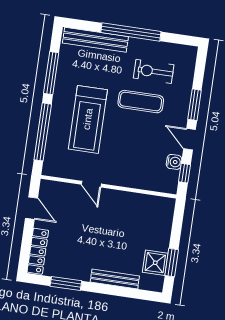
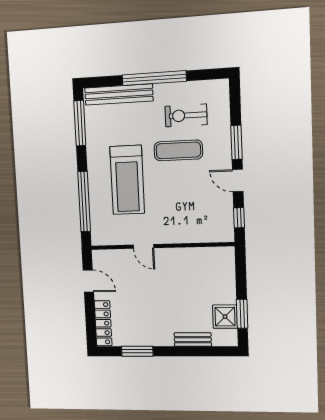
window: (51, 73) -> (80, 123), moved
water cooler: (174, 162) -> (225, 208), removed
bench: (115, 279) -> (193, 340), width x0.73

